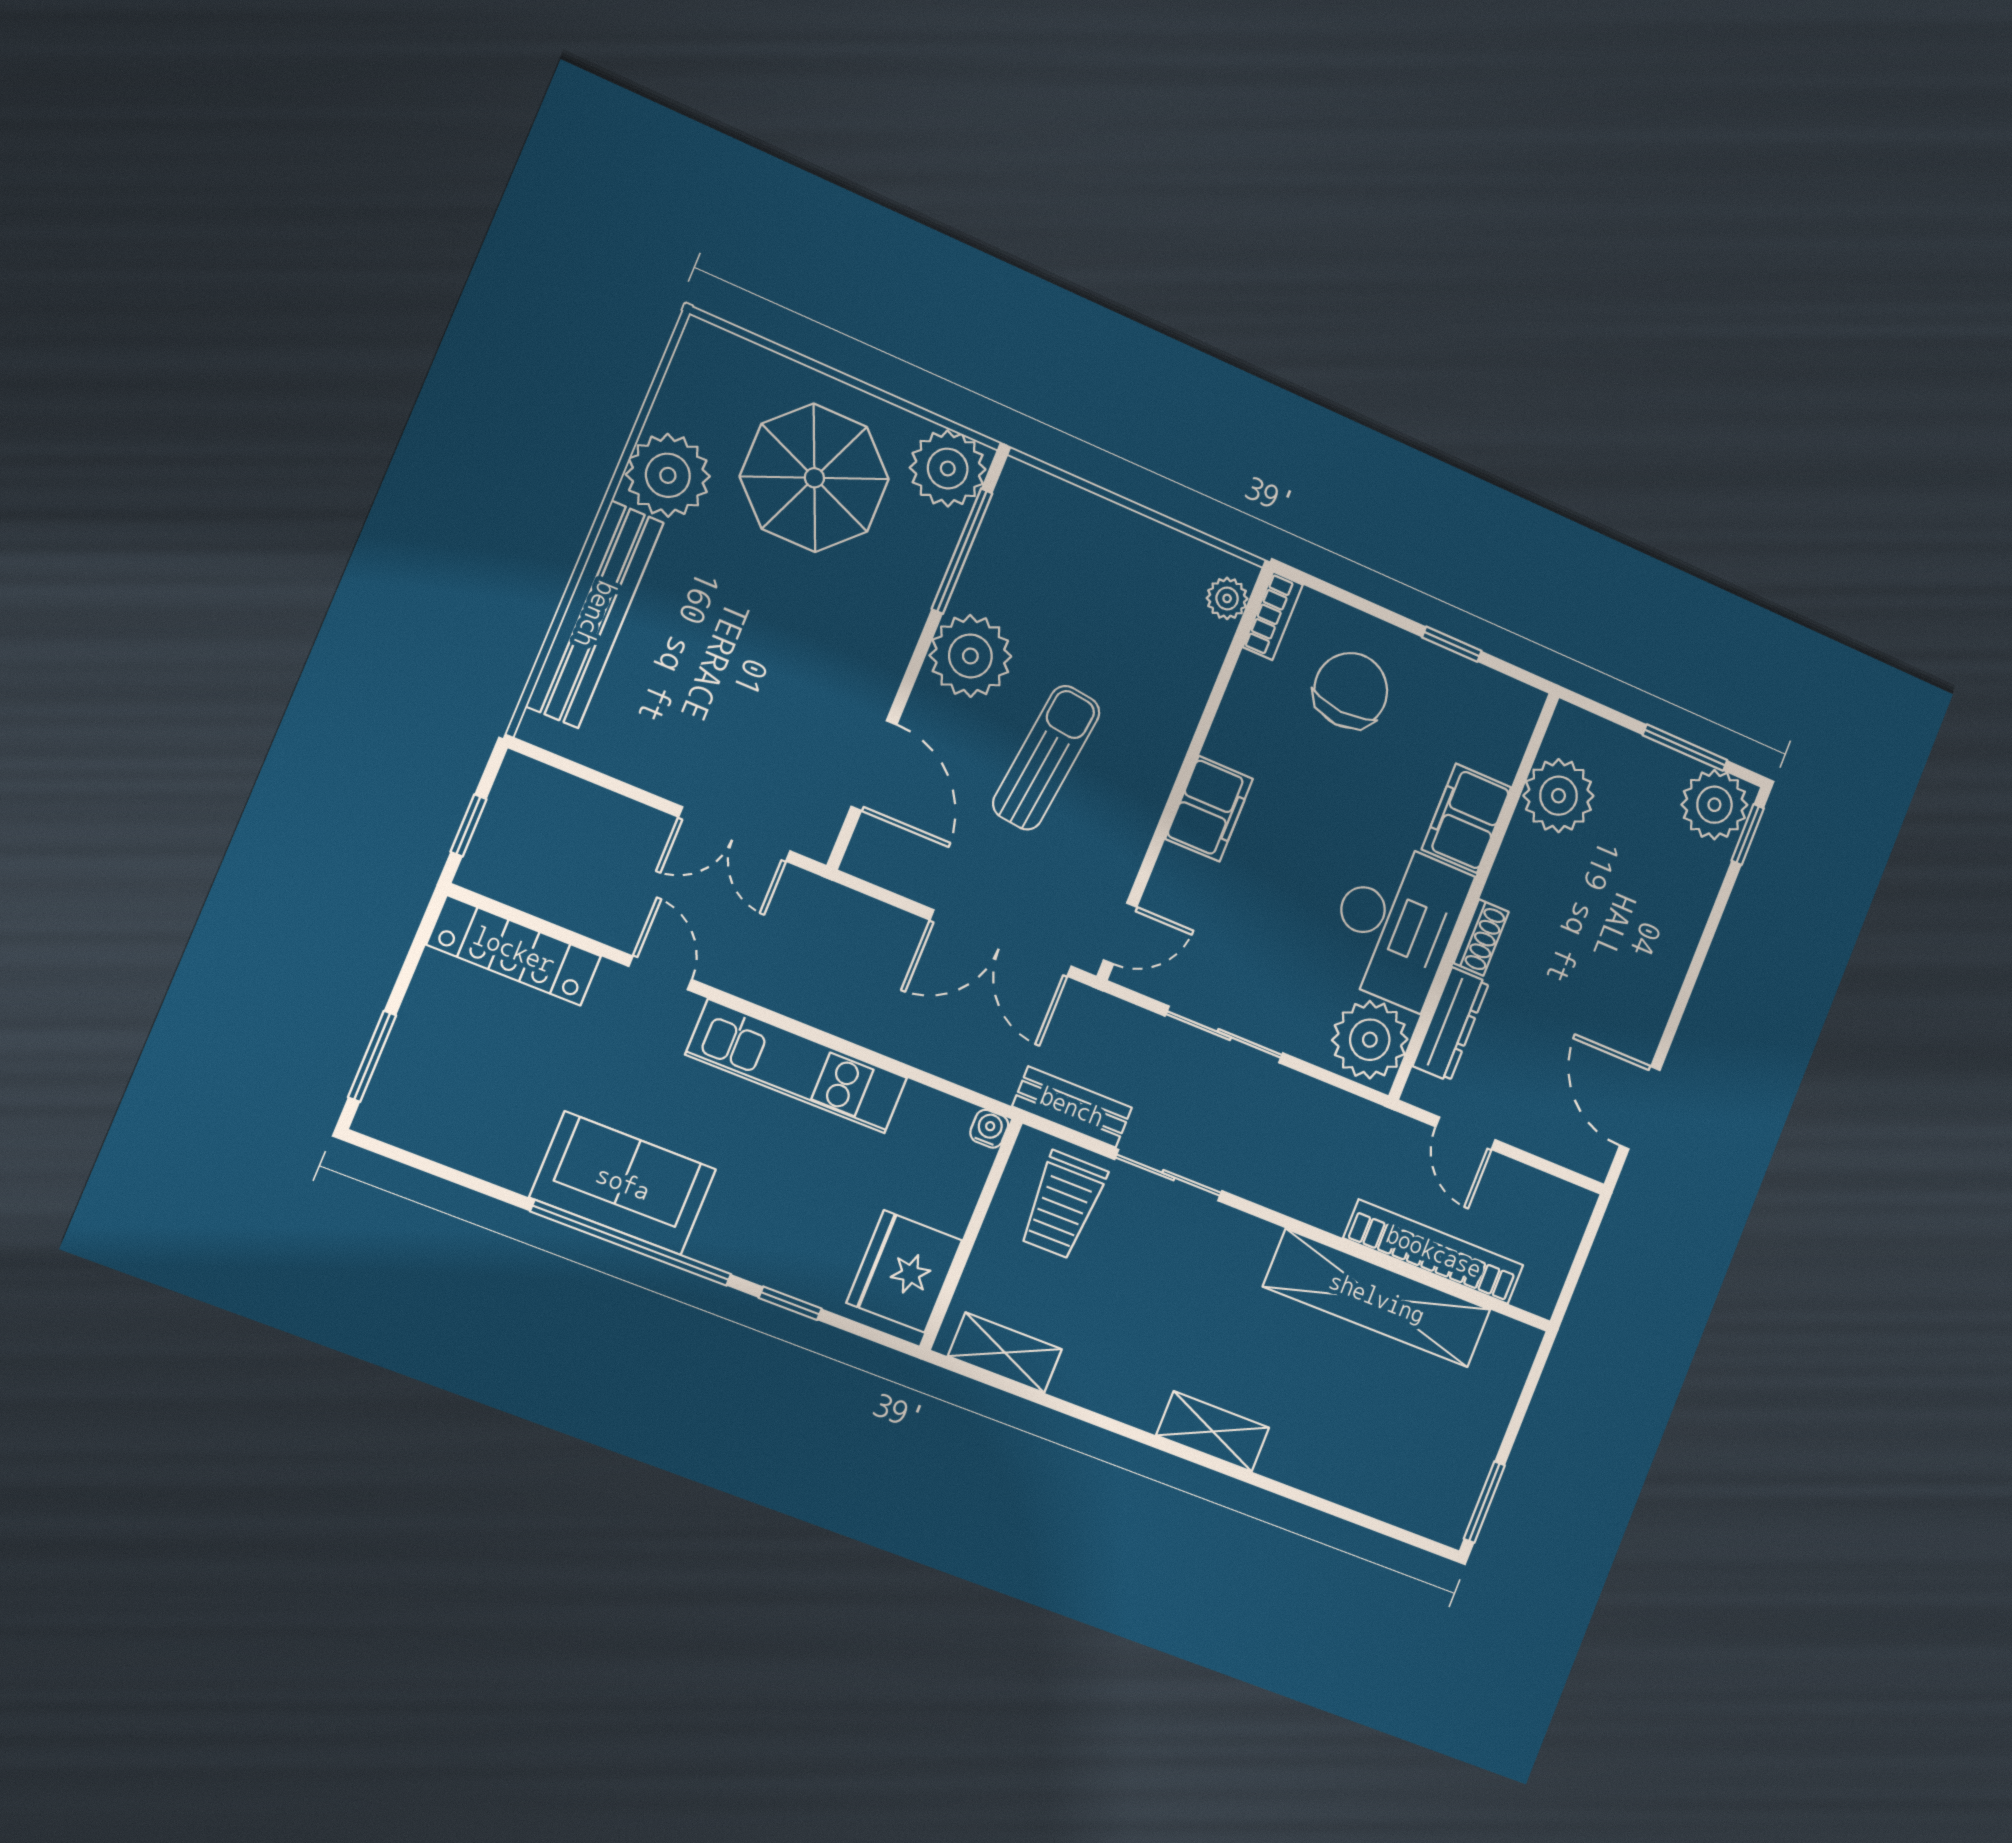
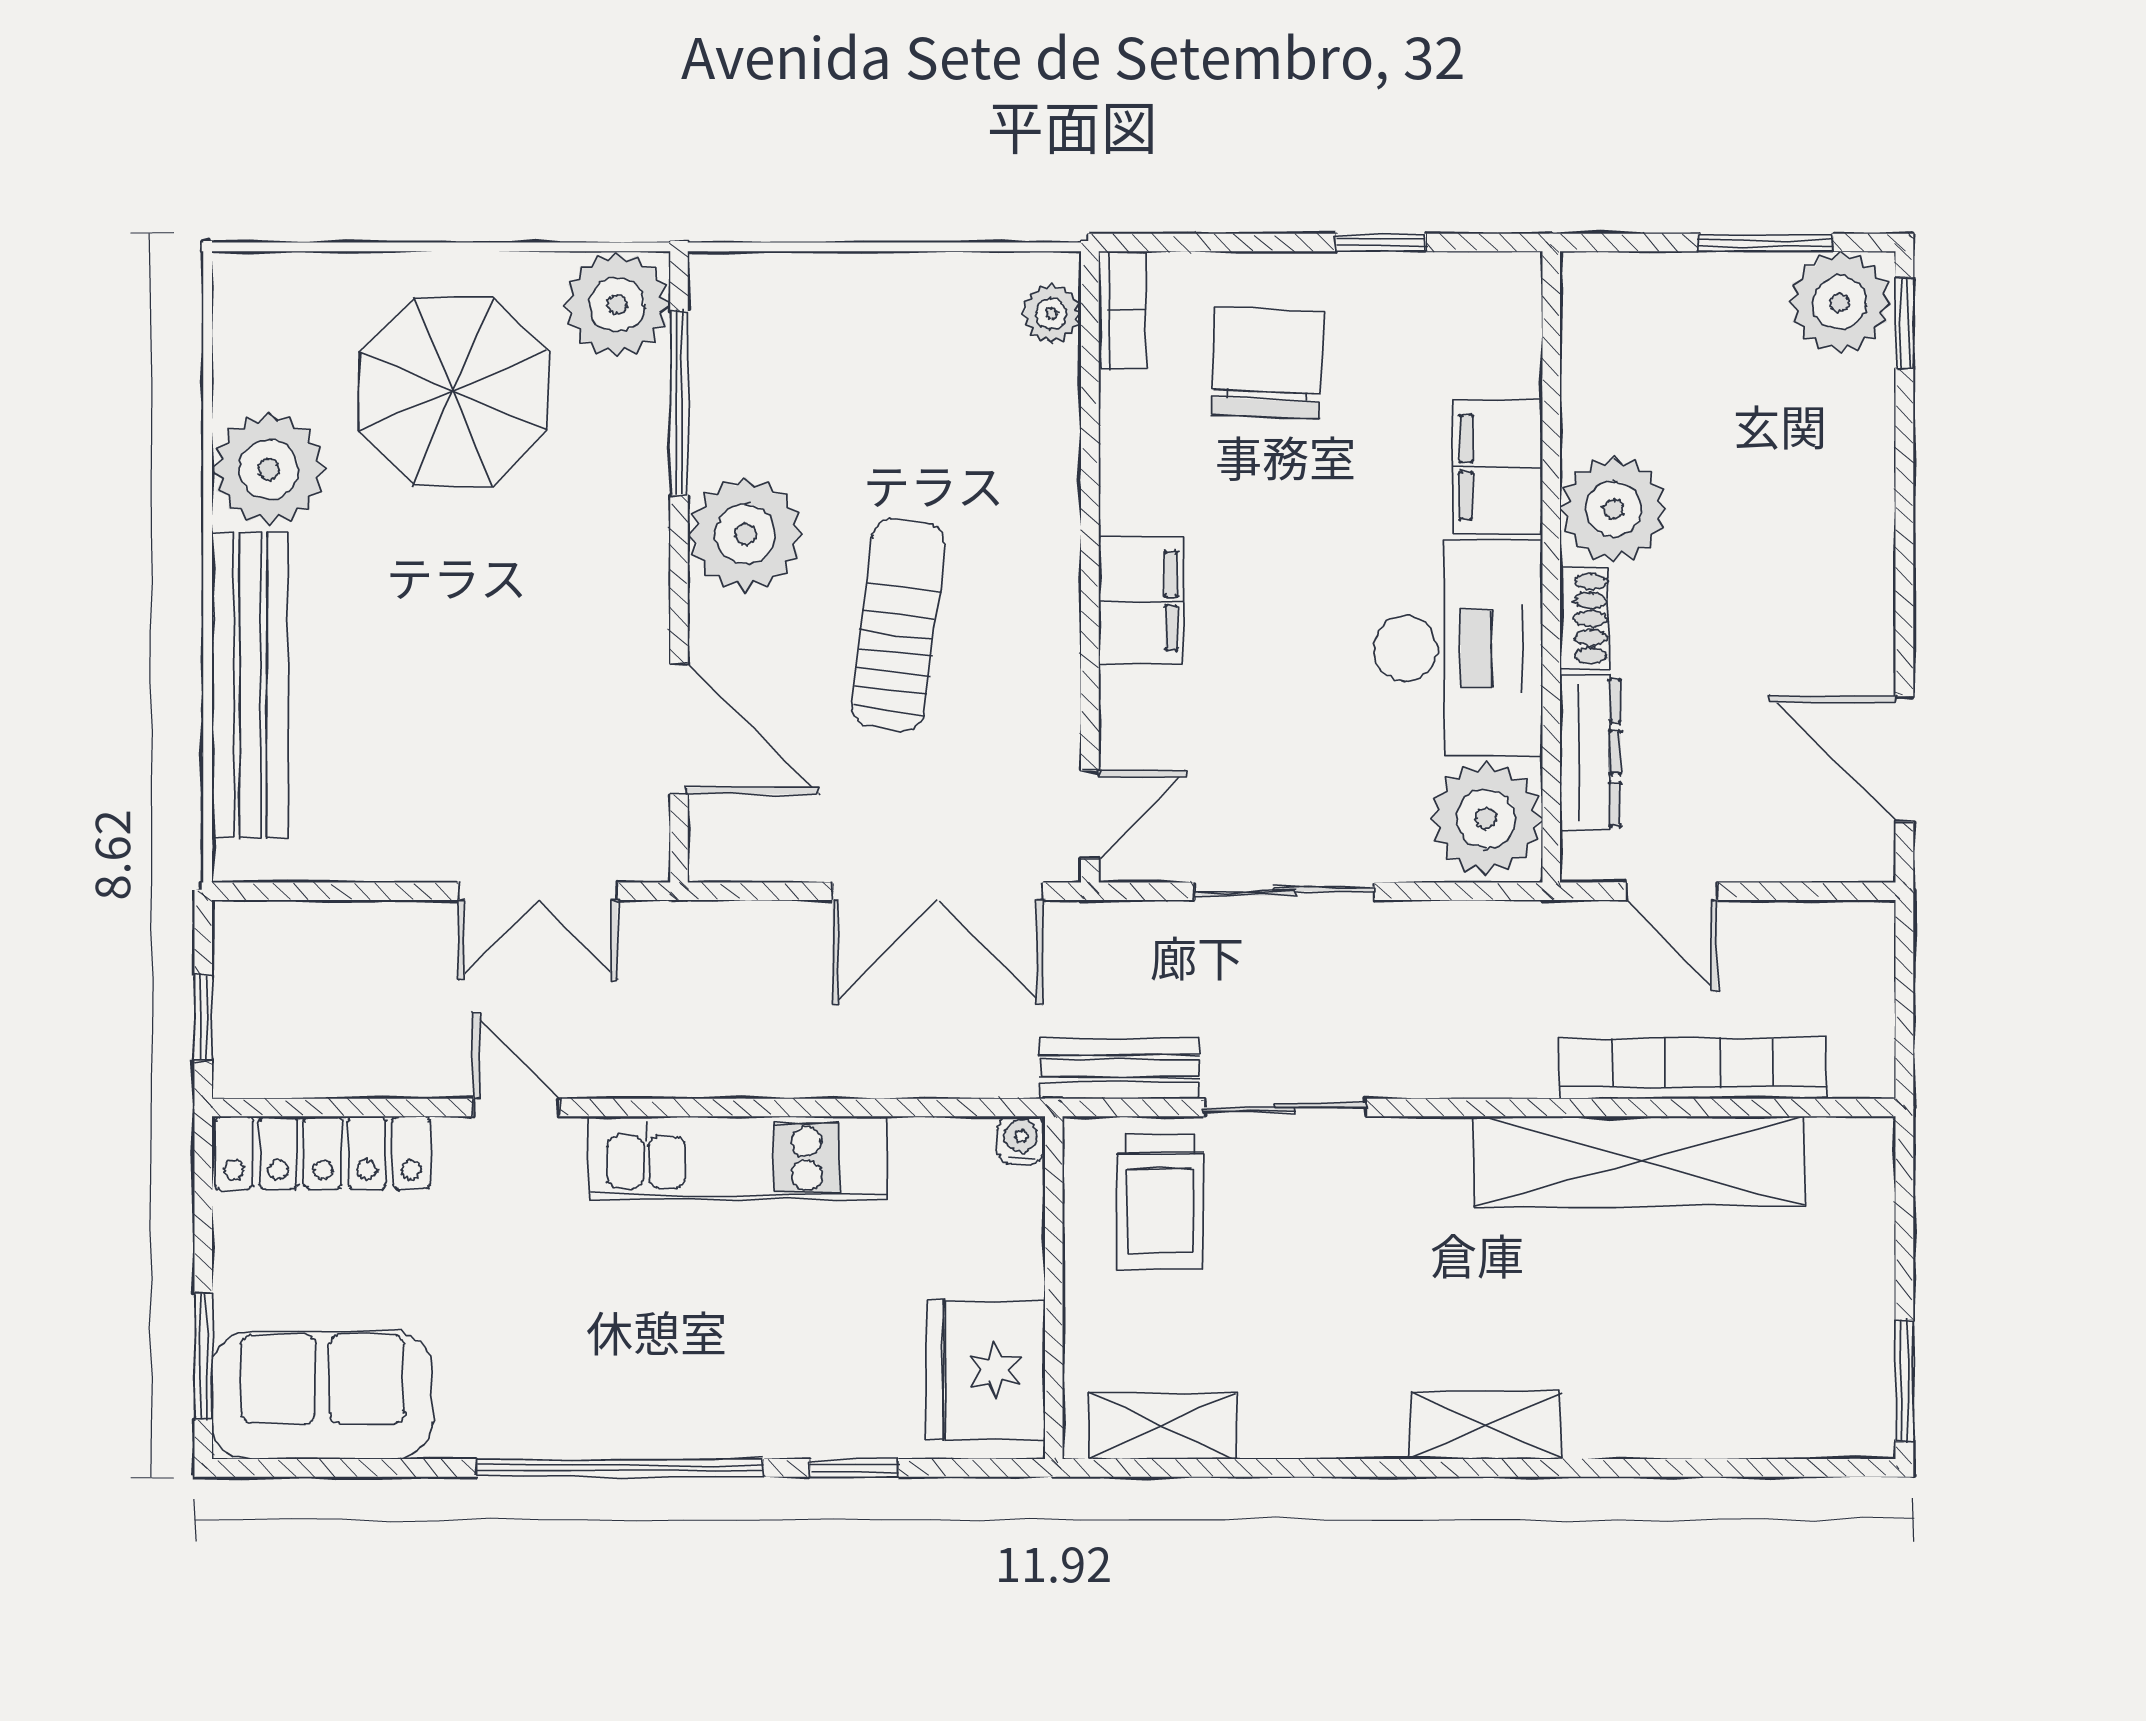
plant: (1559, 796) -> (1613, 509), moved
sofa: (623, 1183) -> (322, 1395), moved

